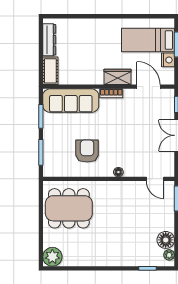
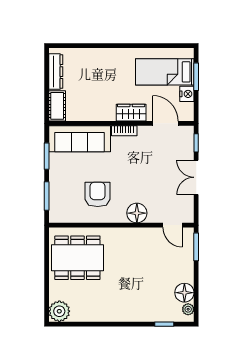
floor lamp: (118, 172) -> (137, 213), width x1.89, depth x1.89

